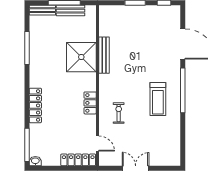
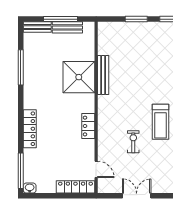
exercise bike: (119, 113) -> (133, 142), moved

